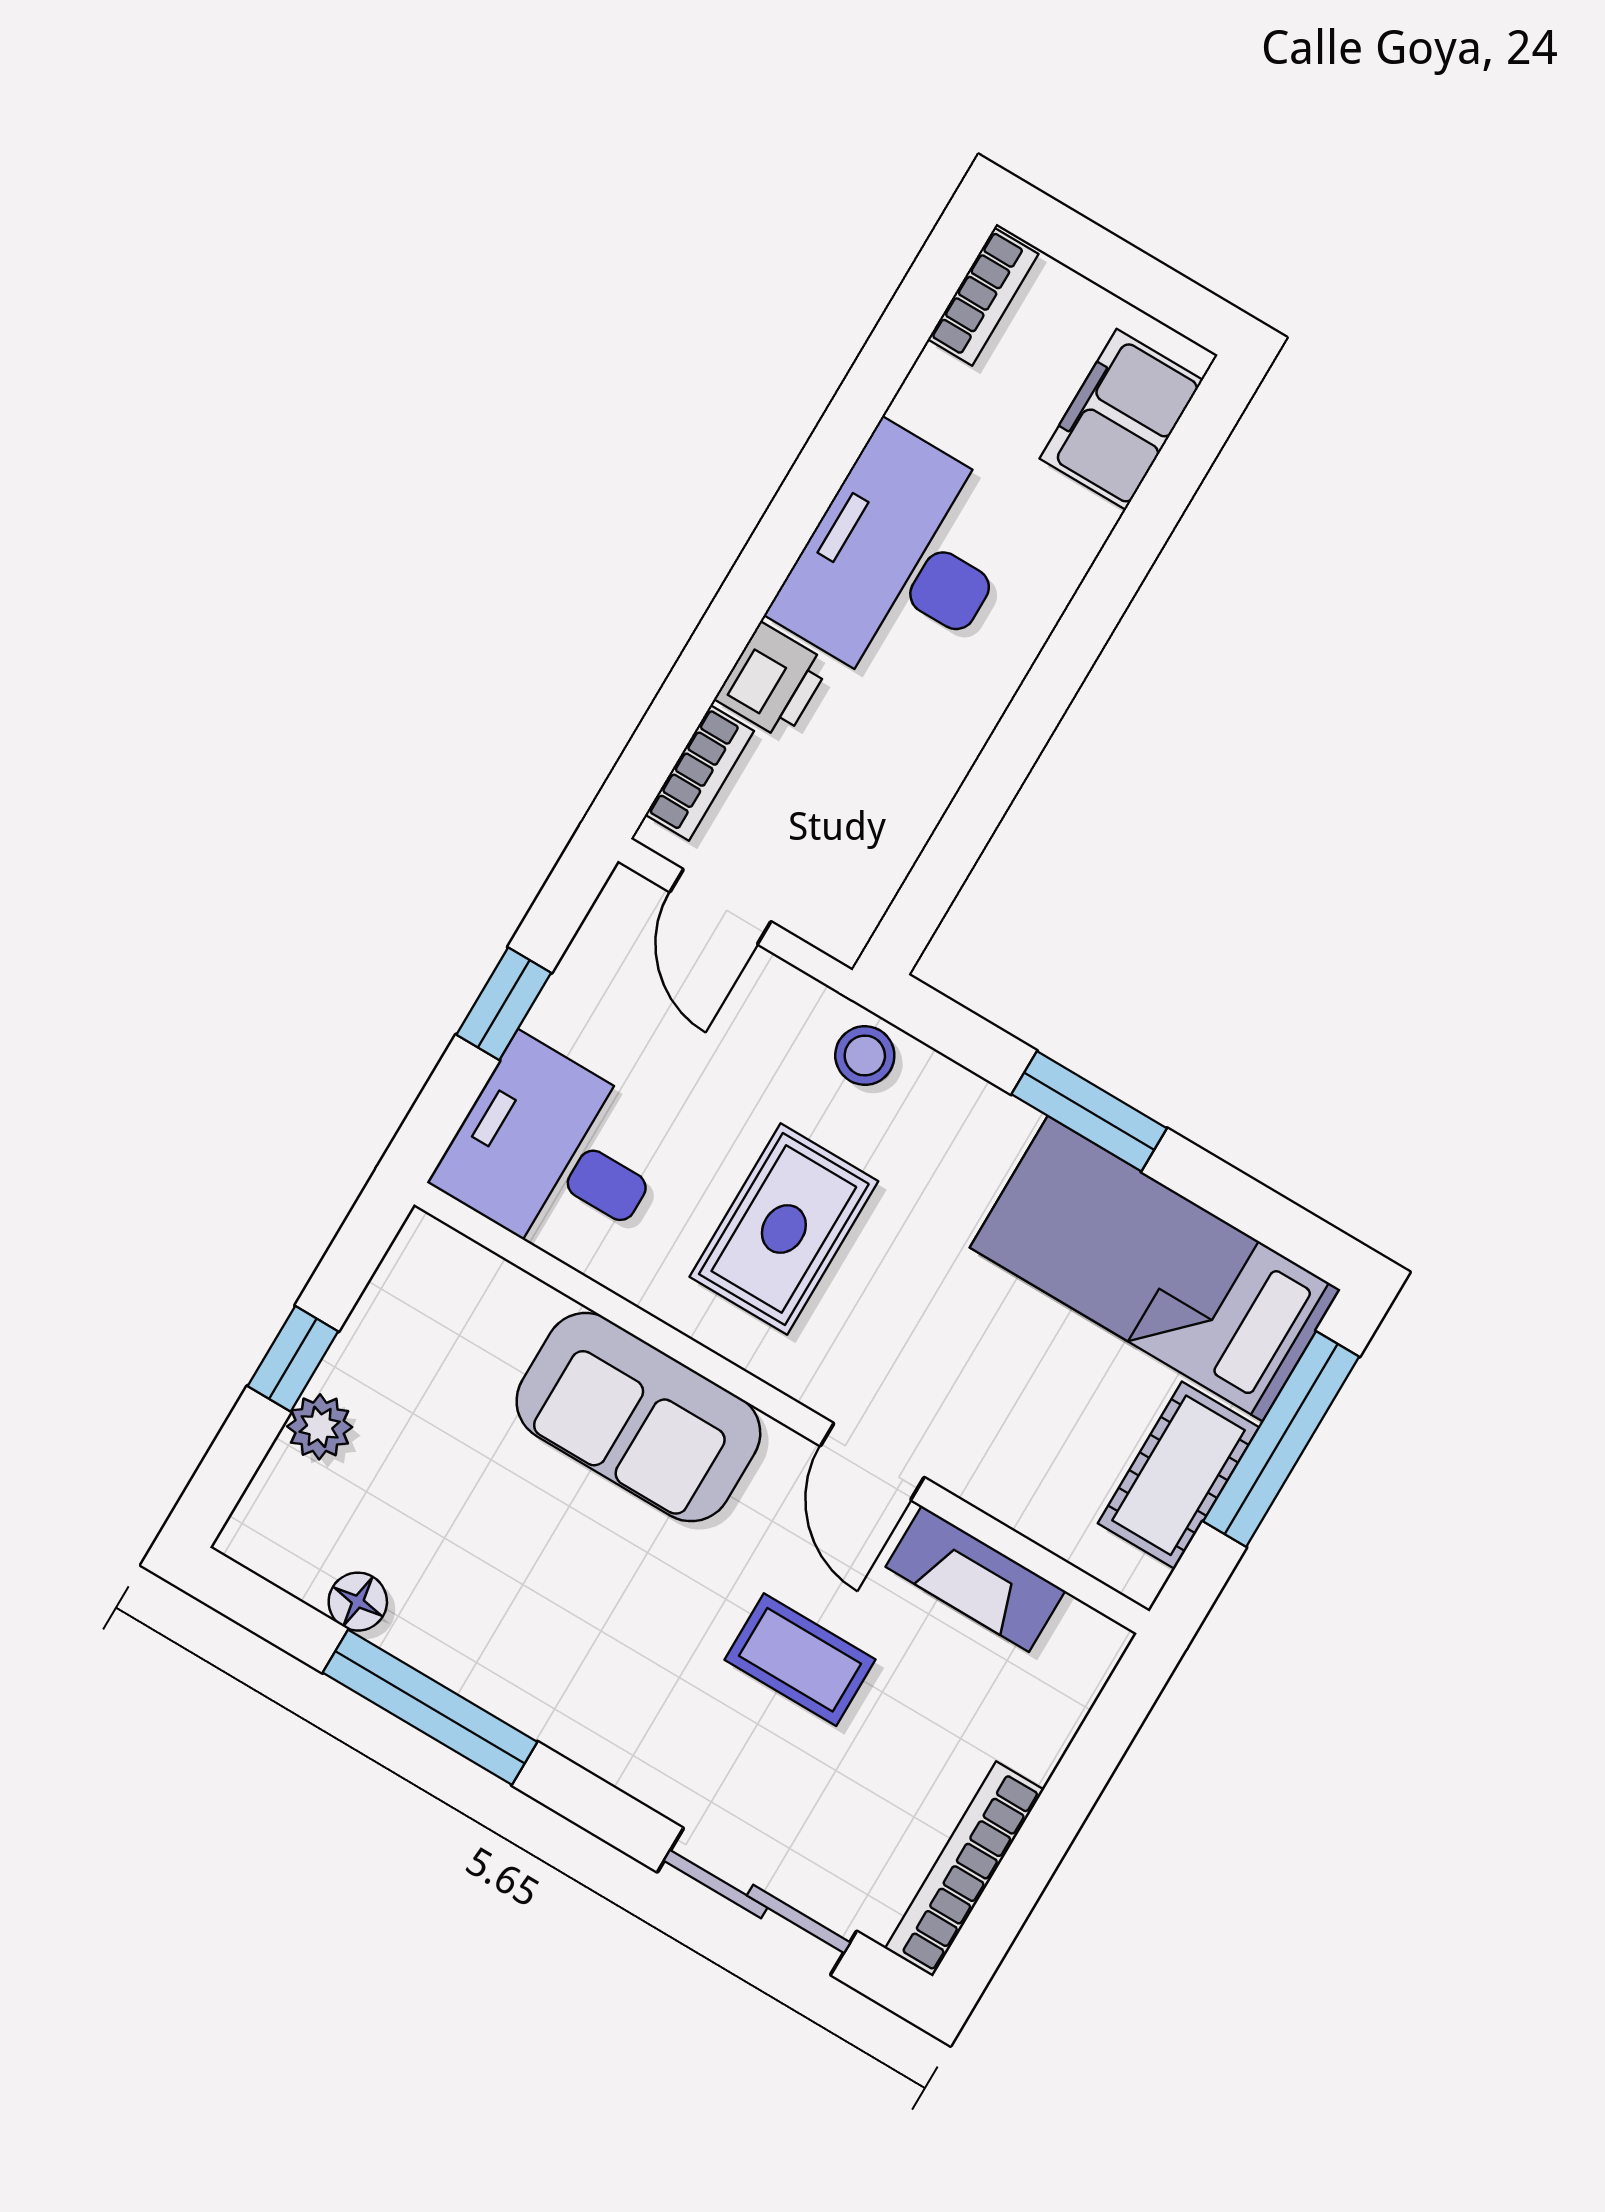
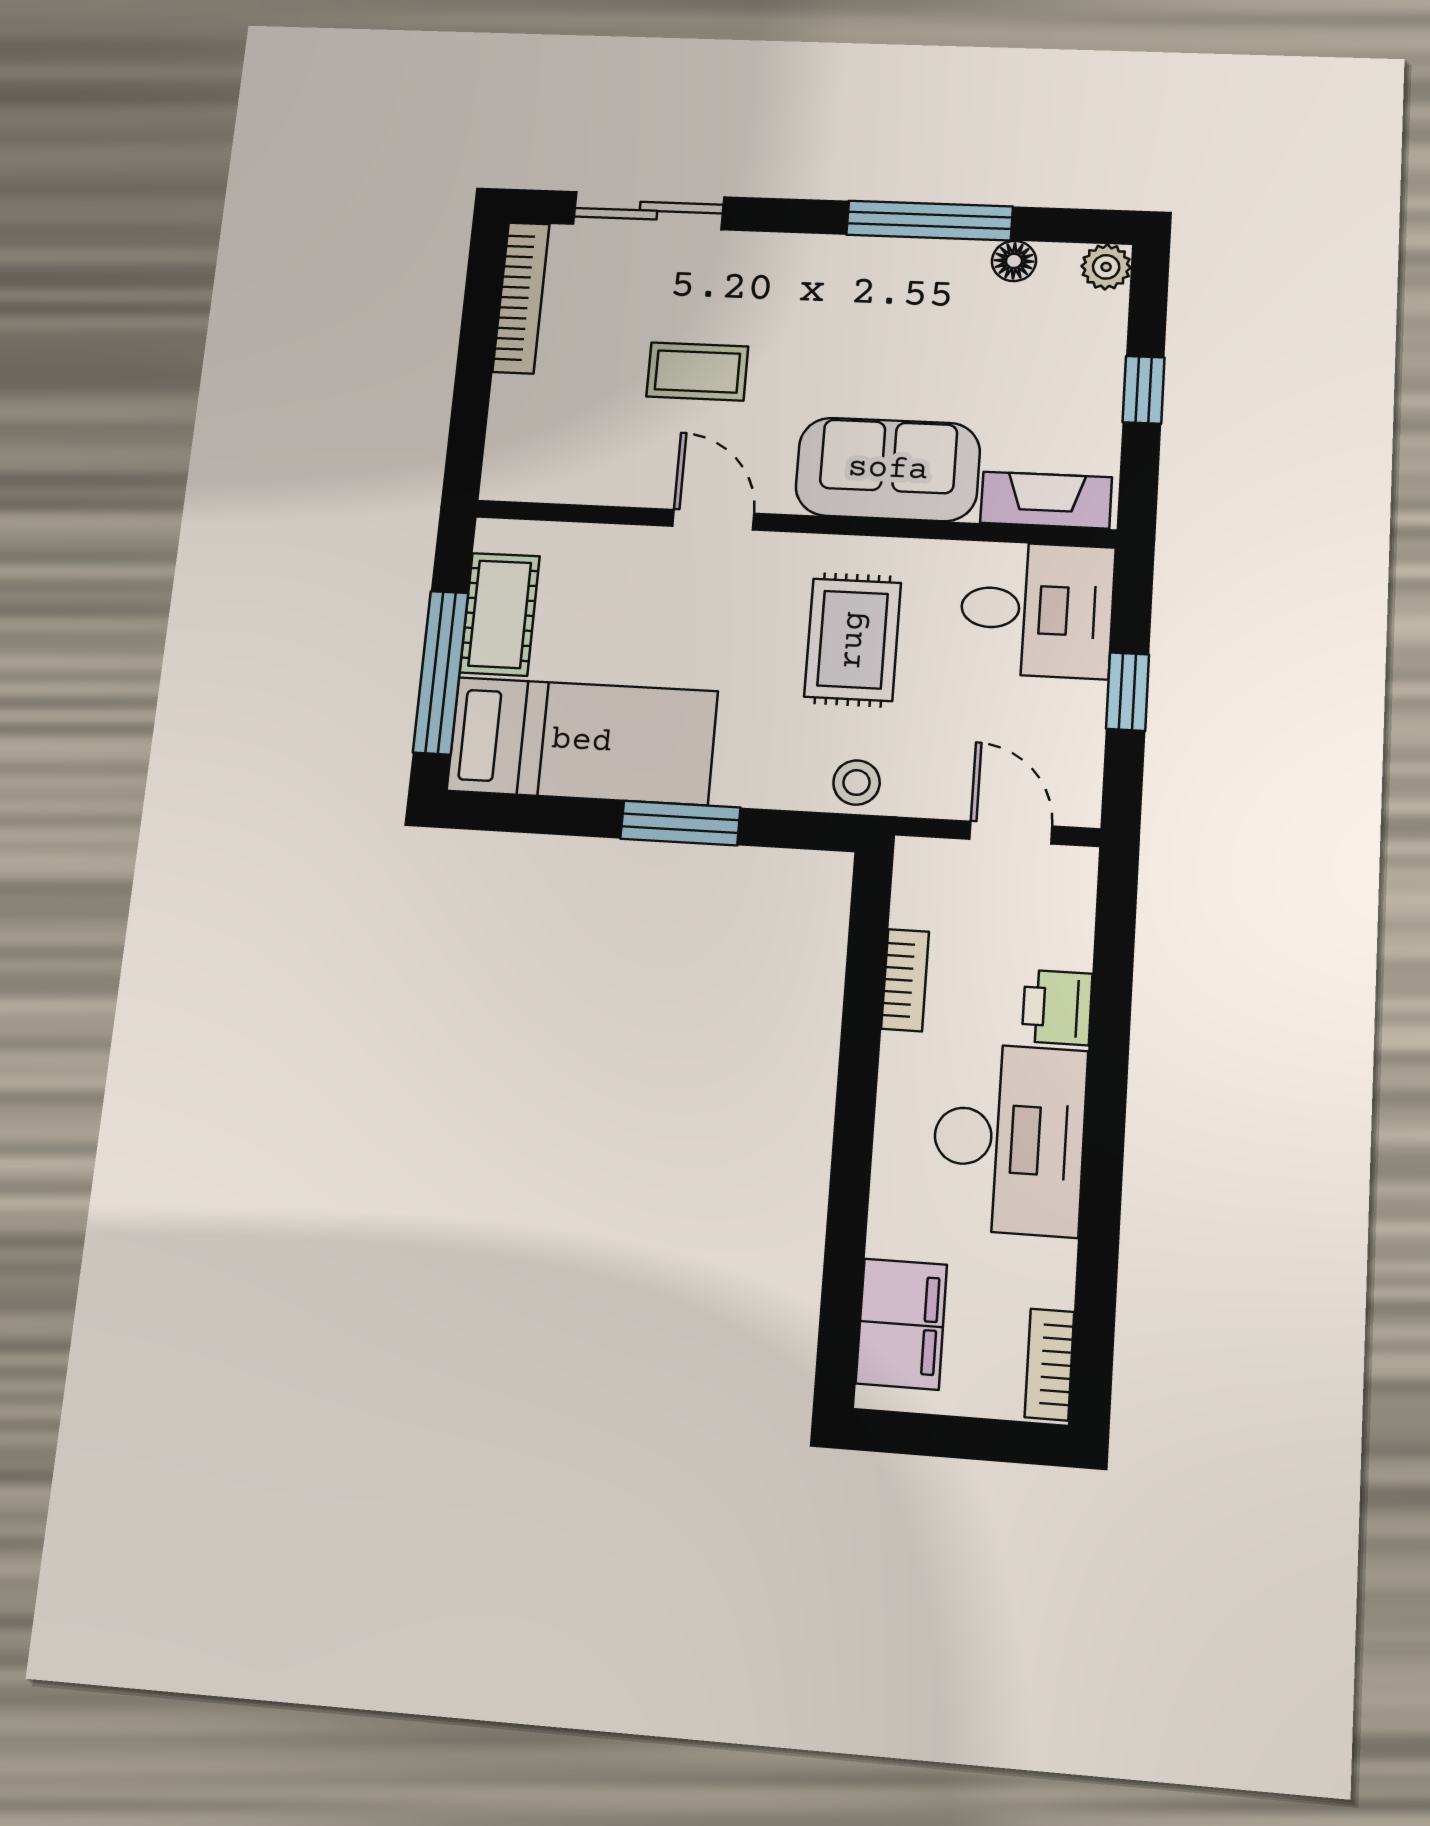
bookcase: (700, 773) -> (905, 980), moved, turned 180
plant: (320, 1427) -> (1106, 267), moved
fireplace: (975, 1579) -> (1046, 500), moved

